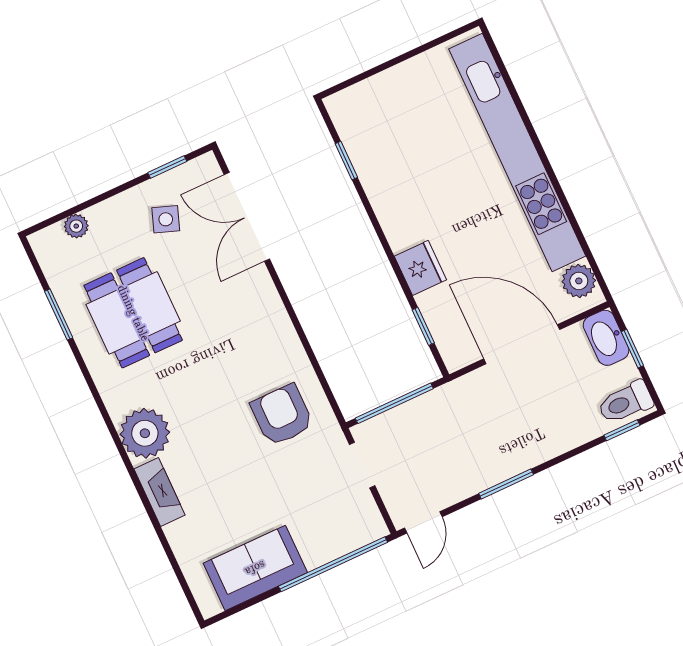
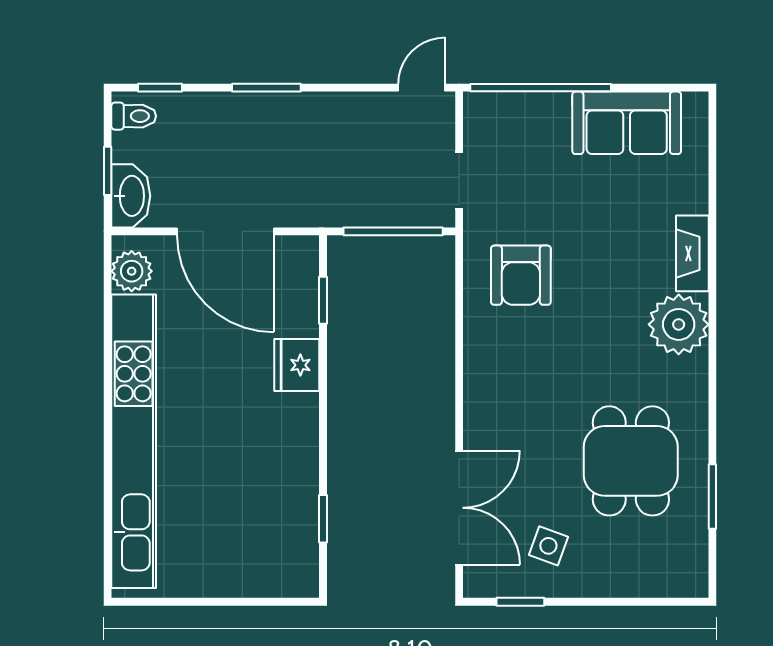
plant: (76, 226) -> (649, 584), removed
toilet: (625, 402) -> (134, 116), width x0.73, depth x0.72
window: (506, 484) -> (266, 88), moved

